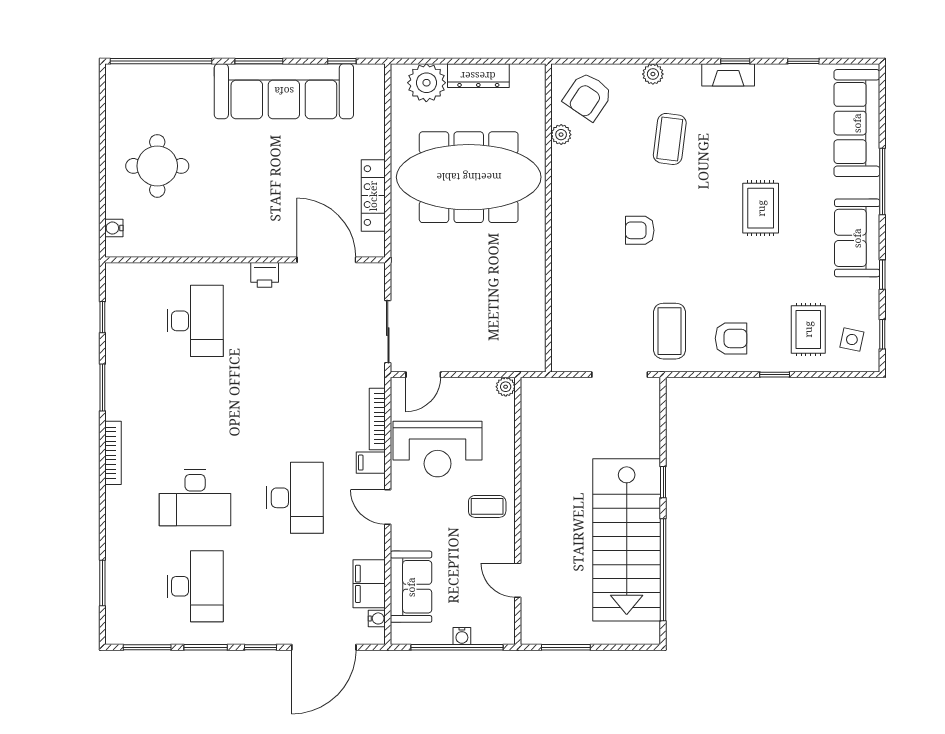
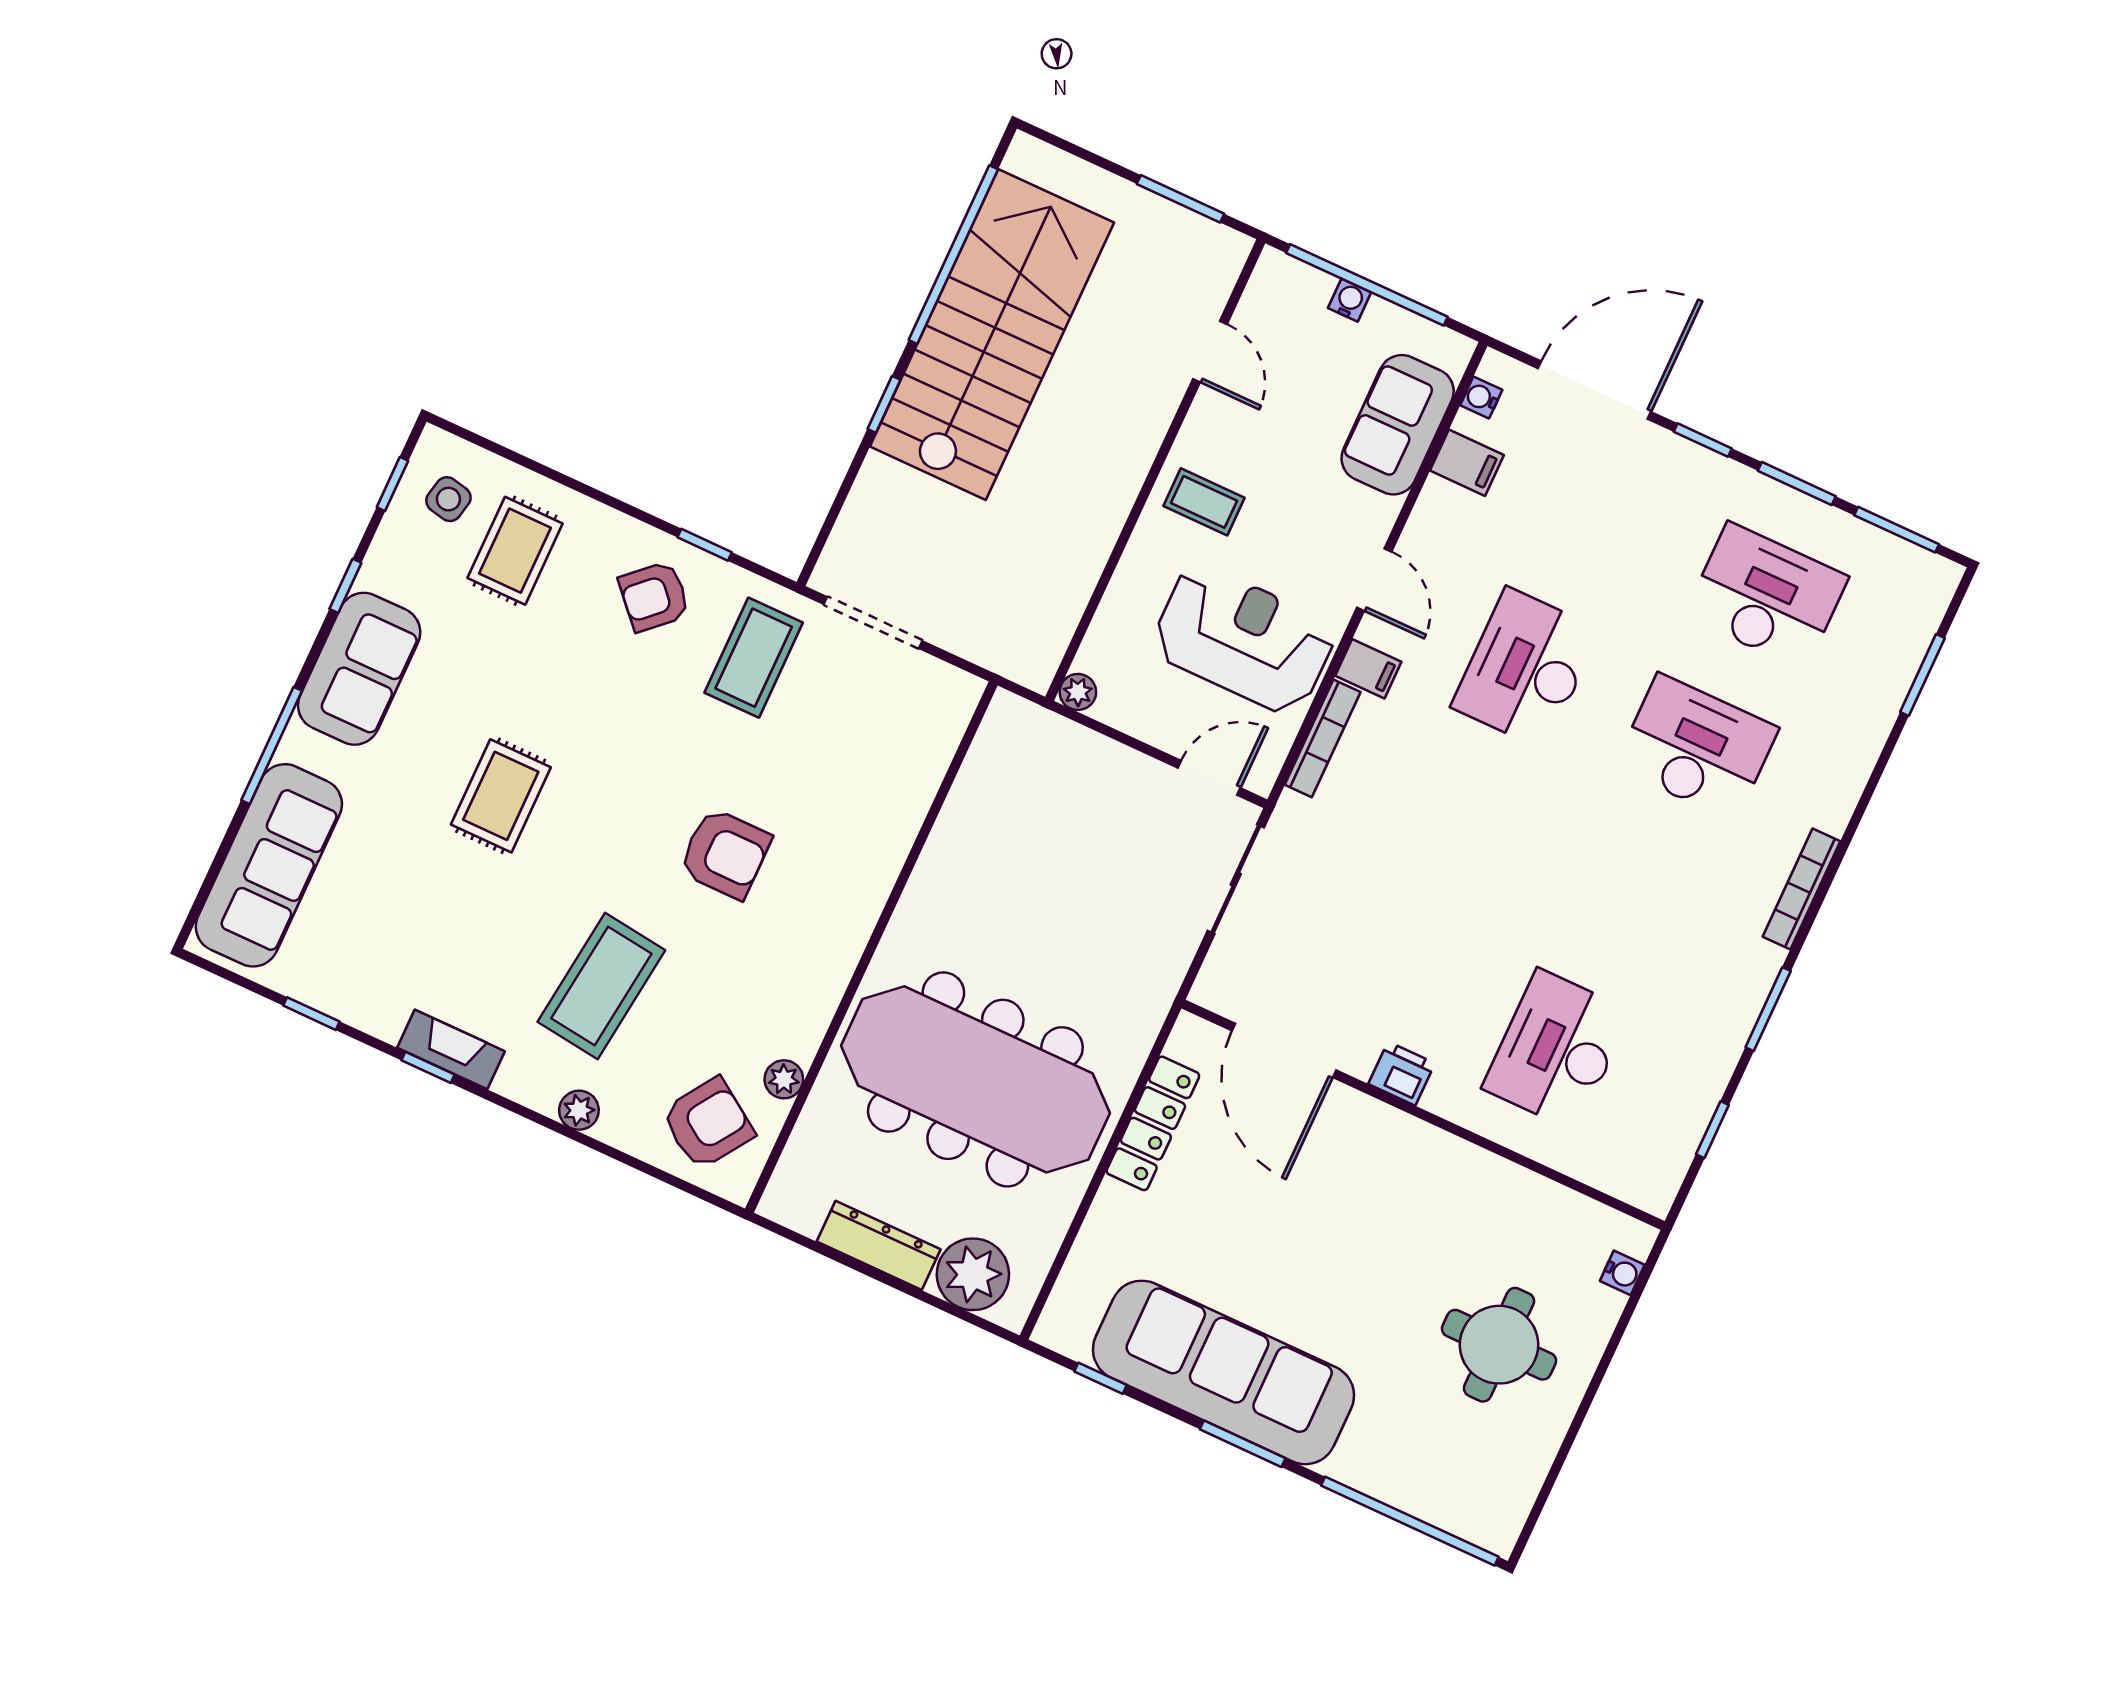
coffee table: (670, 139) -> (601, 986), width x1.36, depth x1.32
armchair: (640, 230) -> (725, 853), width x1.38, depth x1.38
armchair: (731, 338) -> (654, 596), turned -43
window: (775, 375) -> (705, 545), moved
filing cabinet: (369, 584) -> (1467, 463), width x0.50
desk: (195, 586) -> (1766, 596), turned 90

